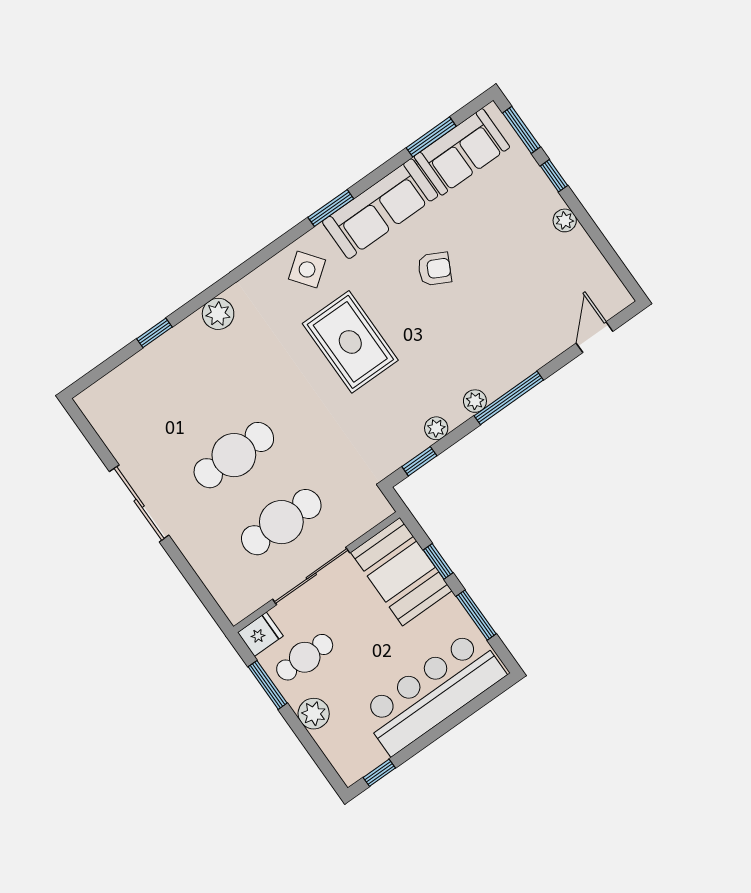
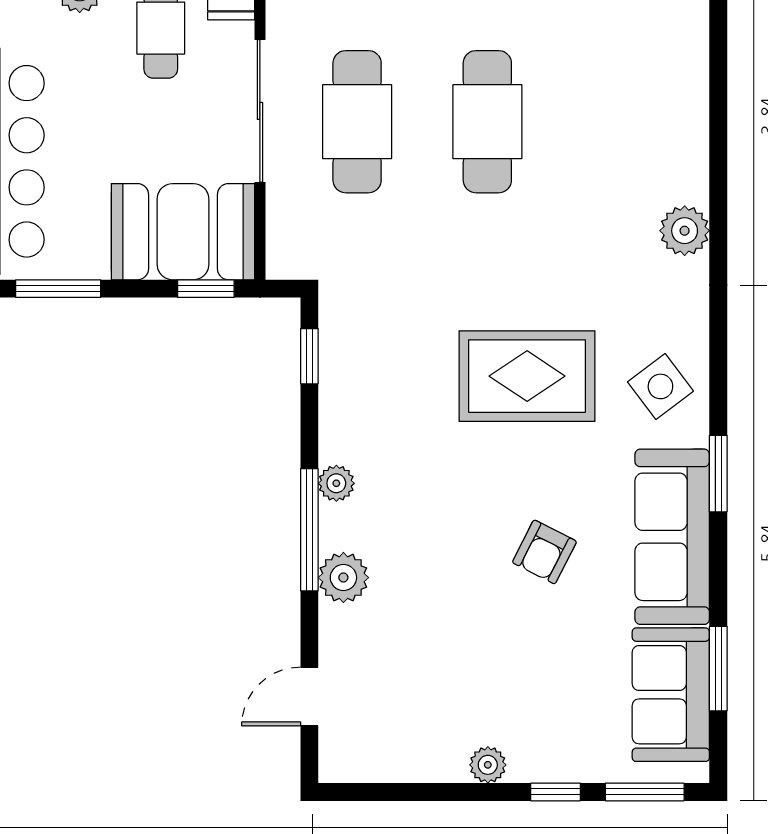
window: (154, 333) -> (718, 131), removed
door: (594, 337) -> (309, 696), swing flipped
plant: (436, 428) -> (343, 578), moved, width x1.38, depth x1.38
window: (438, 561) -> (206, 289), moved

